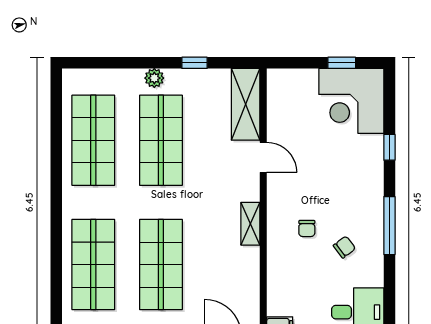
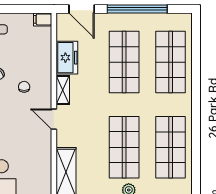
door: (263, 157) -> (54, 119), moved
freezer: (244, 271) -> (67, 58), added

